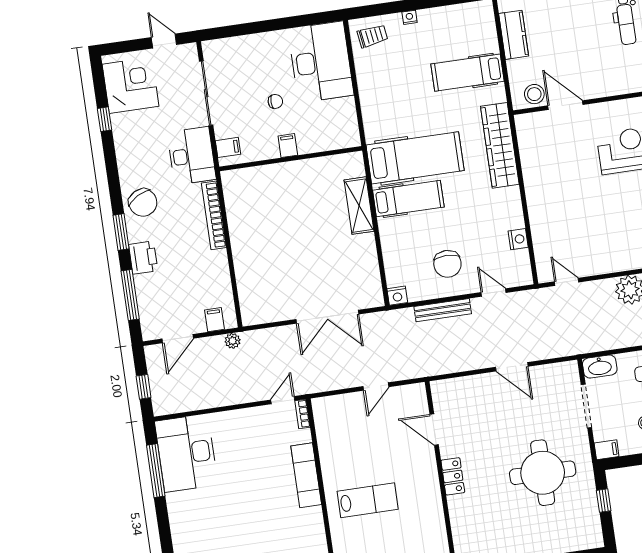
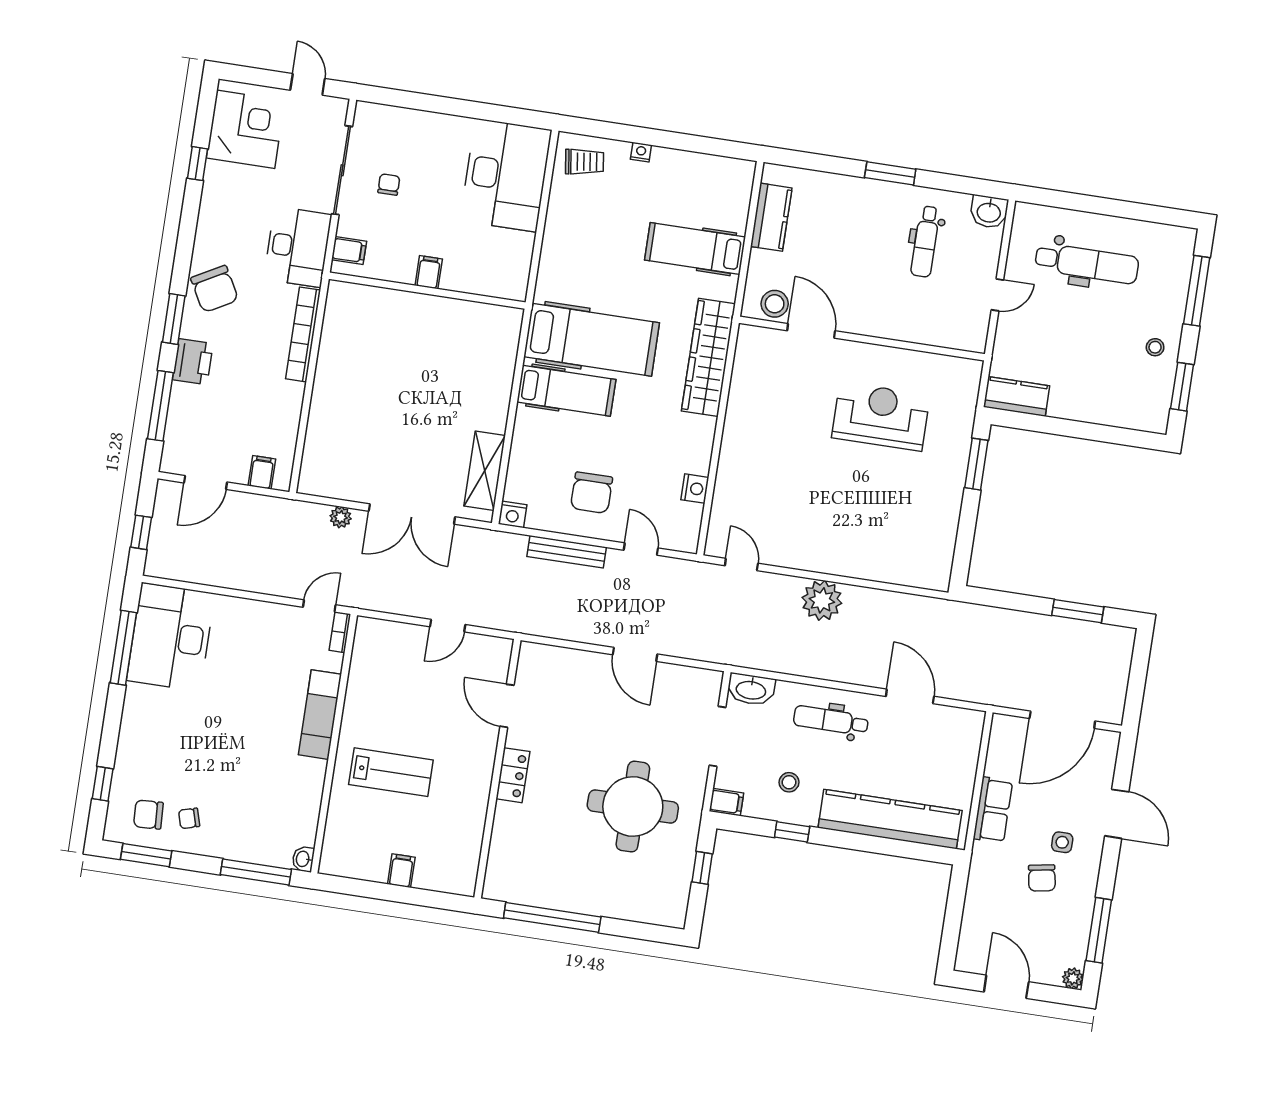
chair: (275, 101) -> (389, 185), moved, turned -90
shelving: (359, 206) -> (485, 471), moved
plant: (233, 341) -> (341, 517), moved

